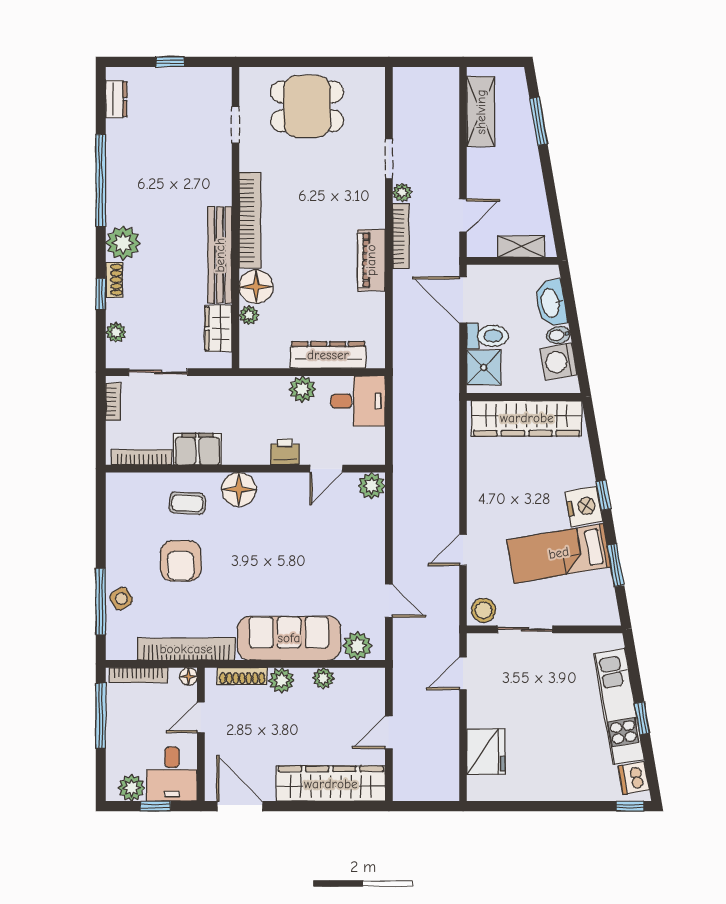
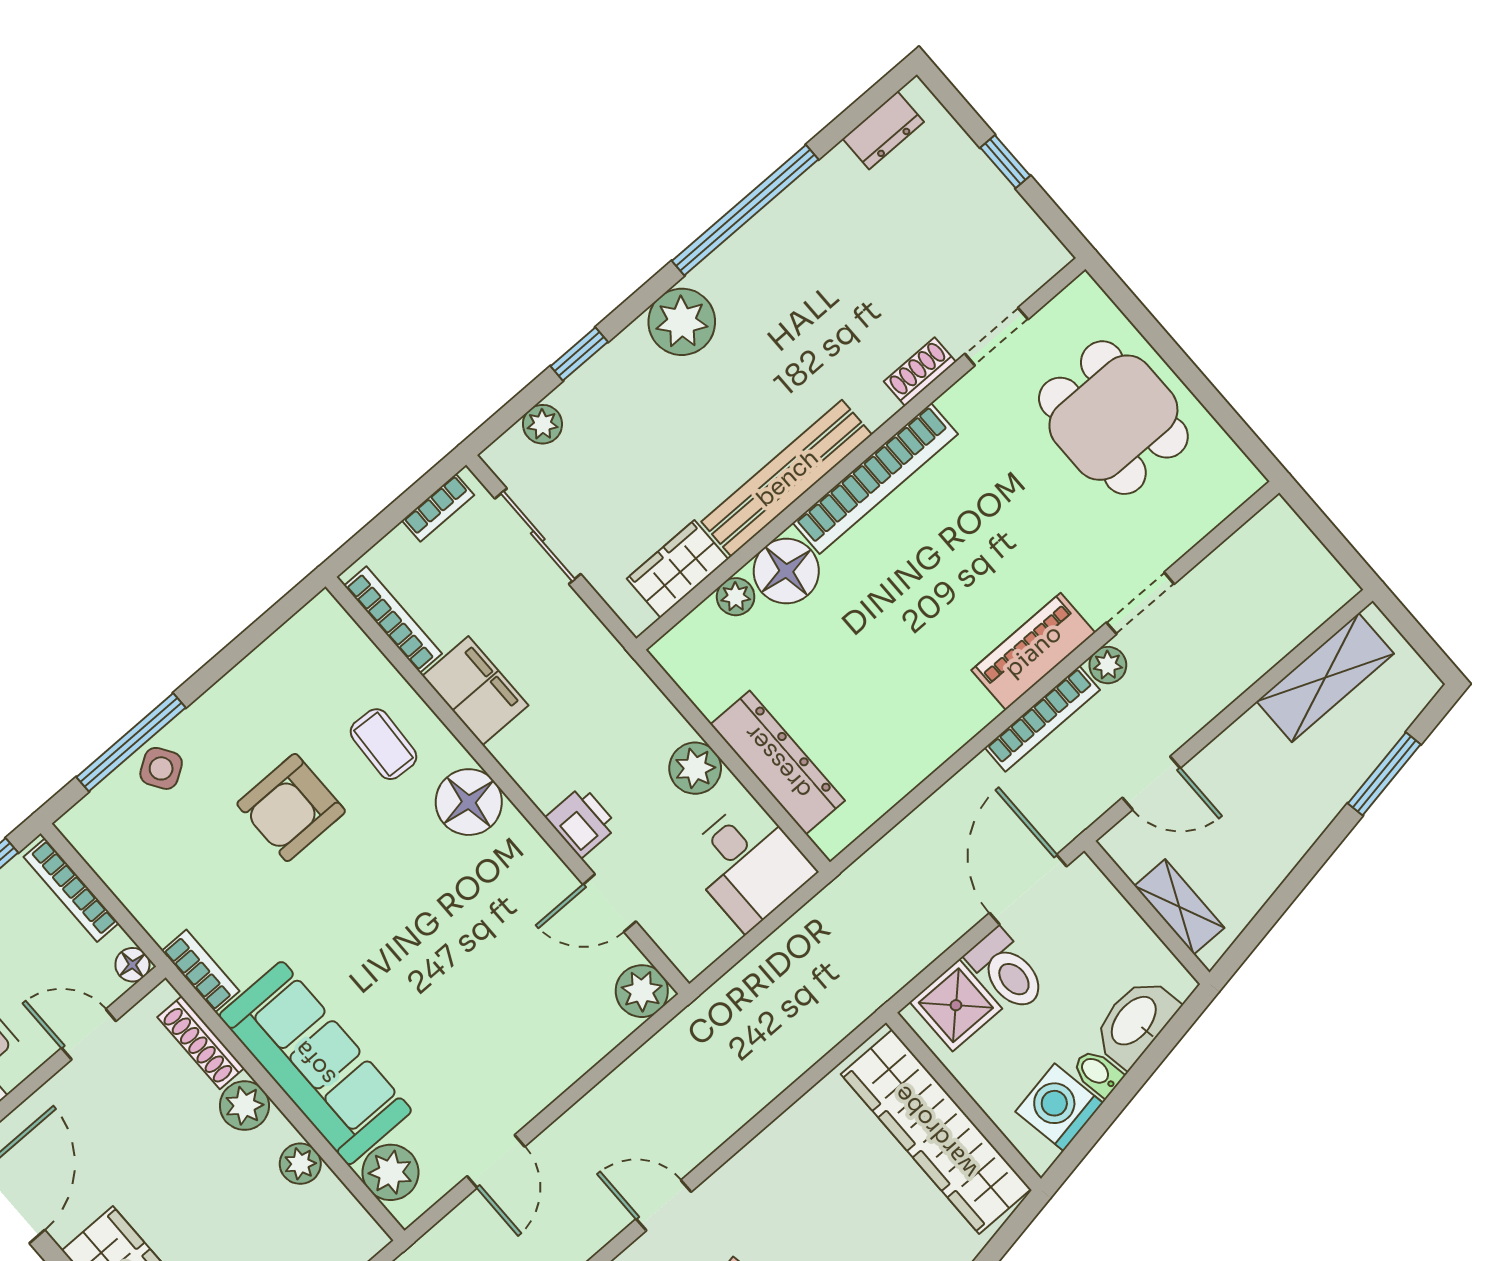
piano: (371, 260) -> (1033, 651), moved
shoe rack: (114, 280) -> (920, 372), moved, turned 180
bookcase: (186, 649) -> (201, 971), width x0.43, depth x0.76

